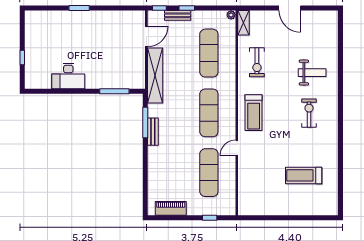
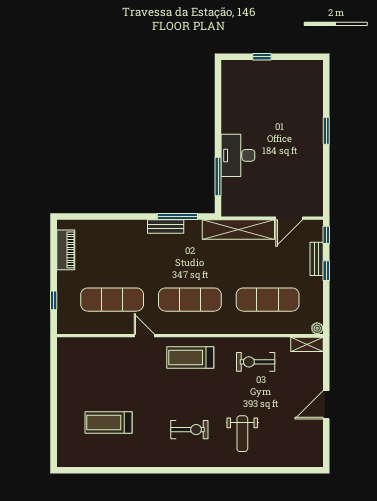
door: (146, 36) -> (289, 218), hinge flipped
desk: (68, 76) -> (238, 155), moved
treadmill: (304, 175) -> (109, 423), turned -90

